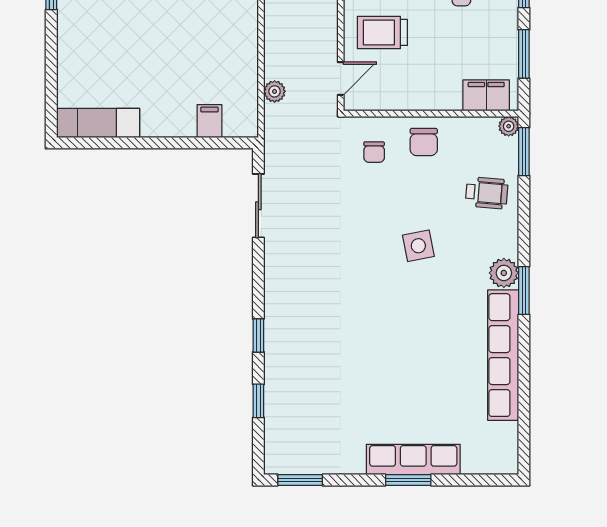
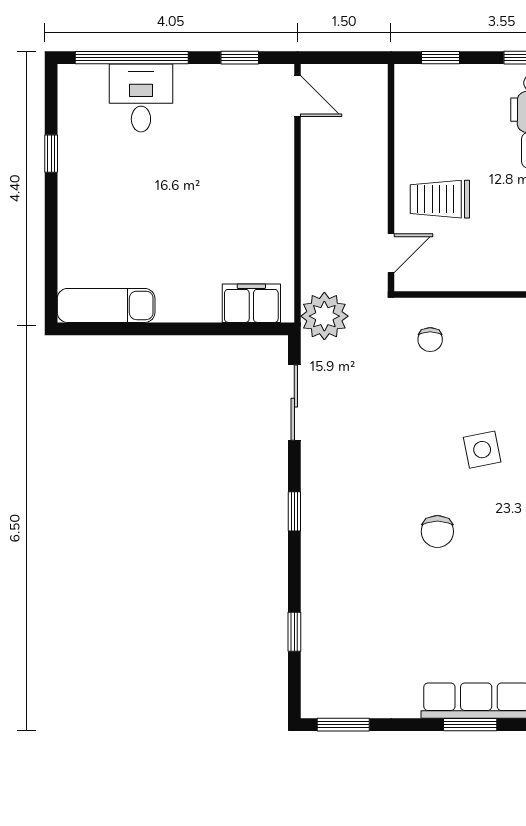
plant: (275, 91) -> (324, 316), moved, width x1.88, depth x1.88
filing cabinet: (209, 121) -> (251, 303), width x2.00
chair: (424, 142) -> (437, 531), moved
window: (258, 335) -> (294, 511), moved

